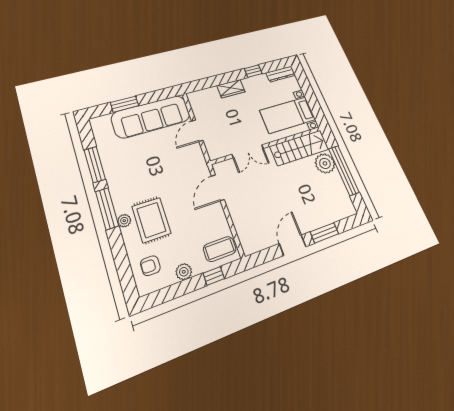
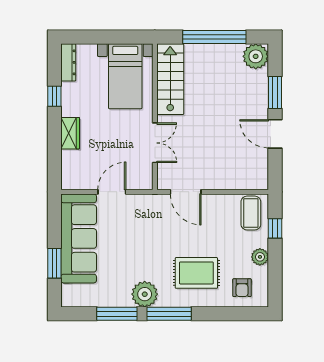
door: (197, 131) -> (112, 192), swing flipped
plant: (325, 163) -> (256, 56), moved
plant: (124, 221) -> (145, 294), moved, width x1.87, depth x1.87

